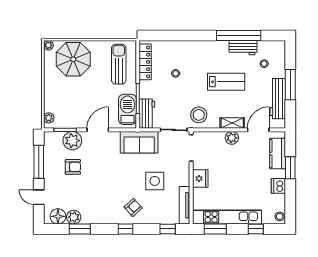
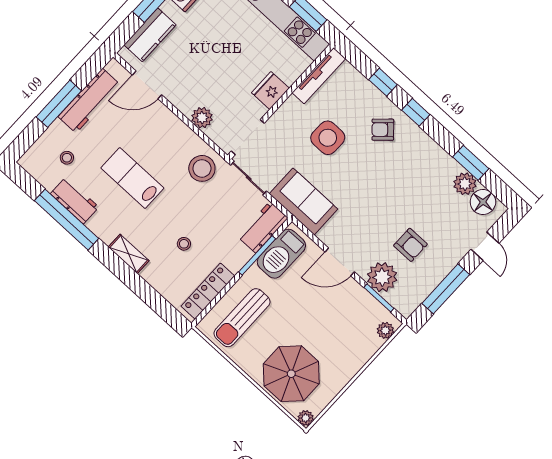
shelving: (232, 123) -> (129, 254), moved
plant: (232, 138) -> (202, 118), moved
armchair: (73, 167) -> (410, 245), turned 180
window: (168, 229) -> (383, 82), moved

